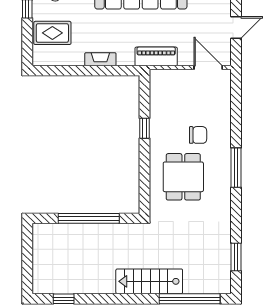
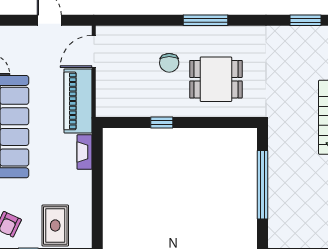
piano: (156, 56) -> (78, 101), width x1.37, depth x1.33
fireplace: (100, 59) -> (85, 152), moved
chair: (198, 135) -> (169, 63), turned 180

